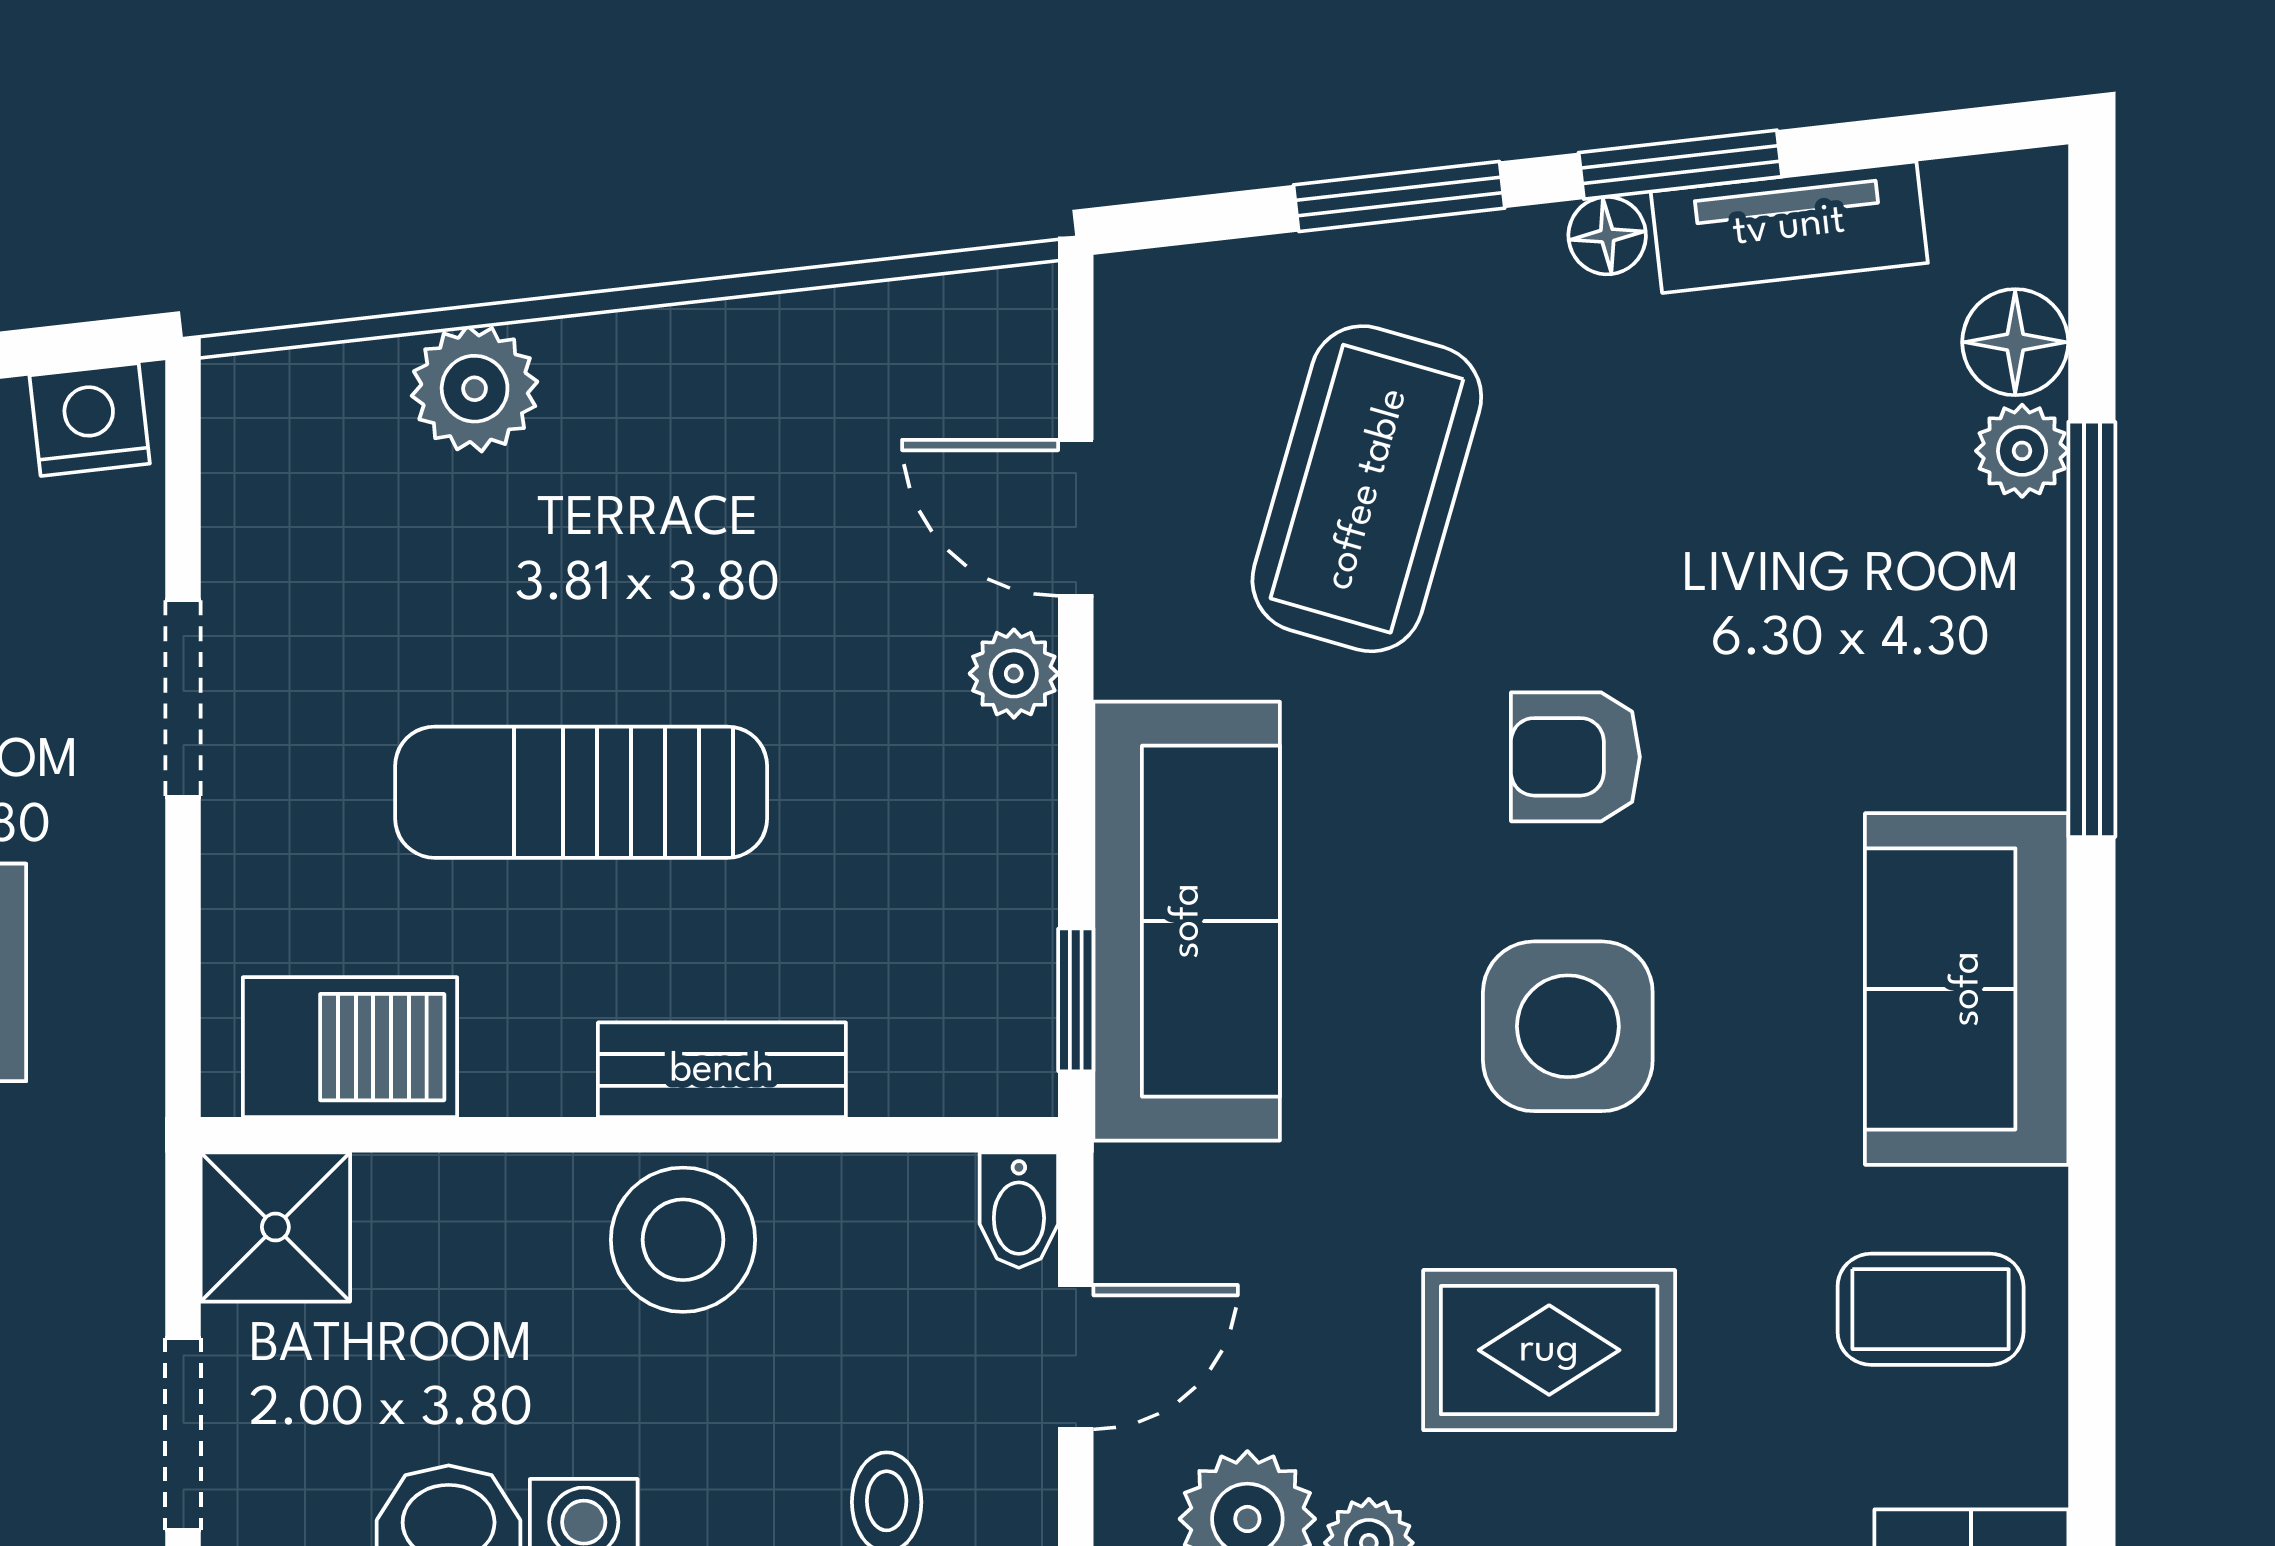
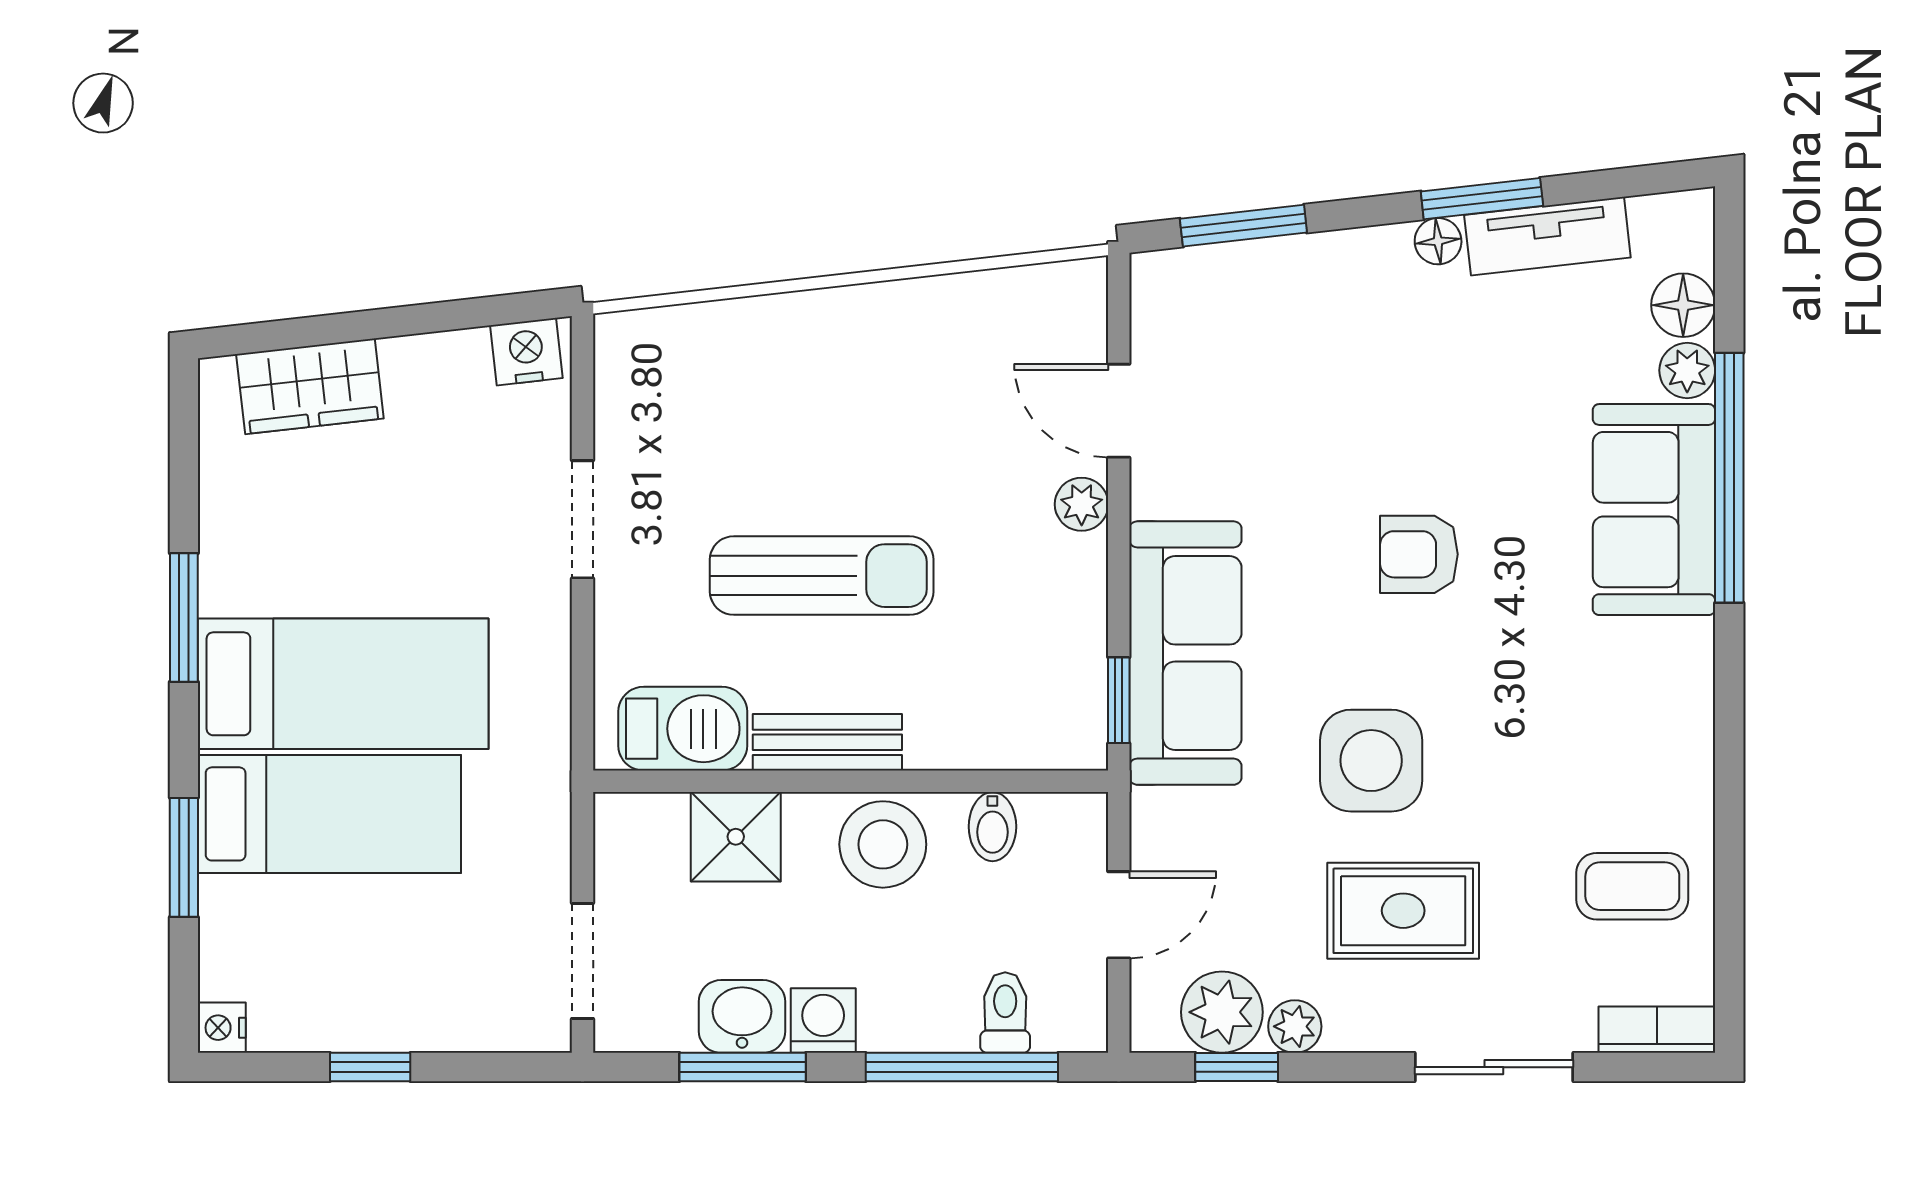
window: (1399, 196) -> (1243, 226), moved
plant: (475, 389) -> (758, 333), removed
coffee table: (1367, 489) -> (1294, 393), removed
sun lounger: (581, 792) -> (822, 576), turned 180
sofa: (1967, 989) -> (1654, 510), moved
side table: (1568, 1026) -> (1371, 761), moved
bench: (722, 1070) -> (827, 742), moved
bidet: (1019, 1210) -> (992, 827), moved
shower: (275, 1227) -> (736, 837), moved

